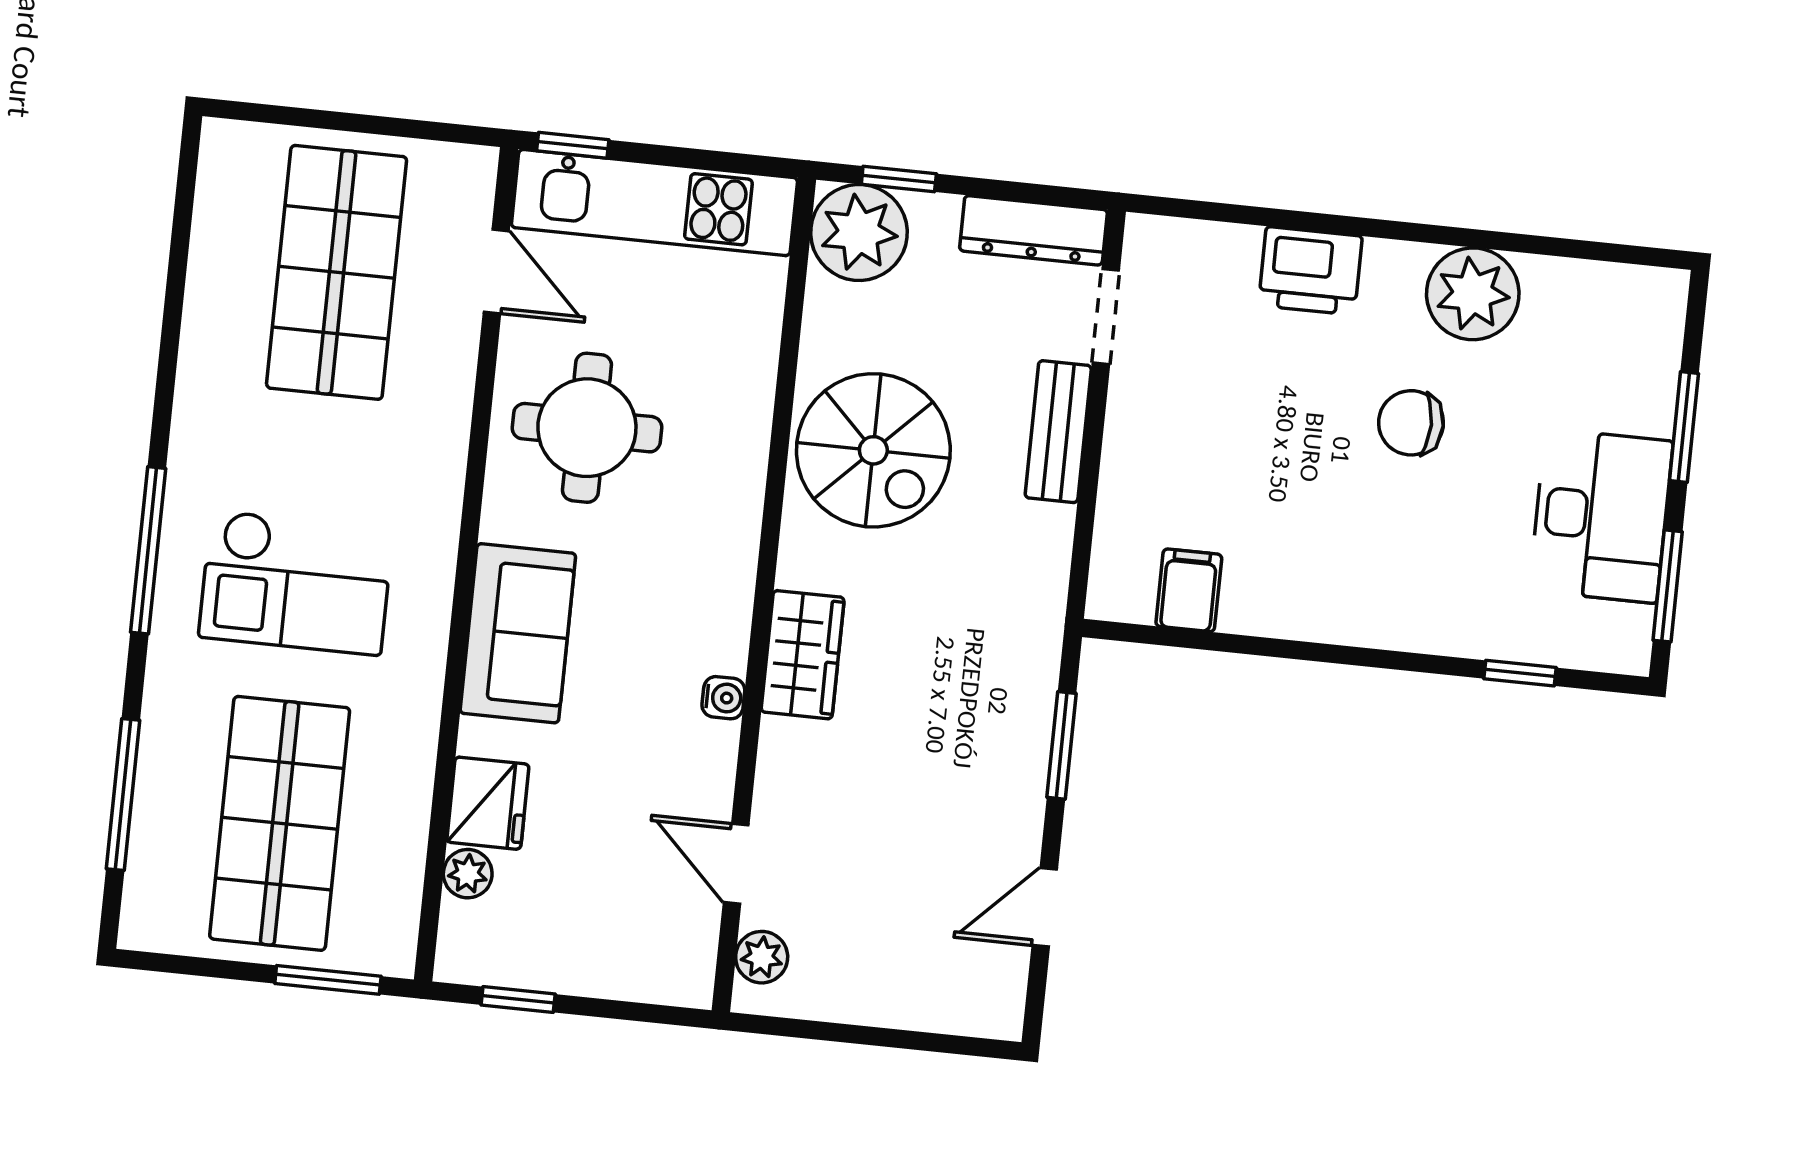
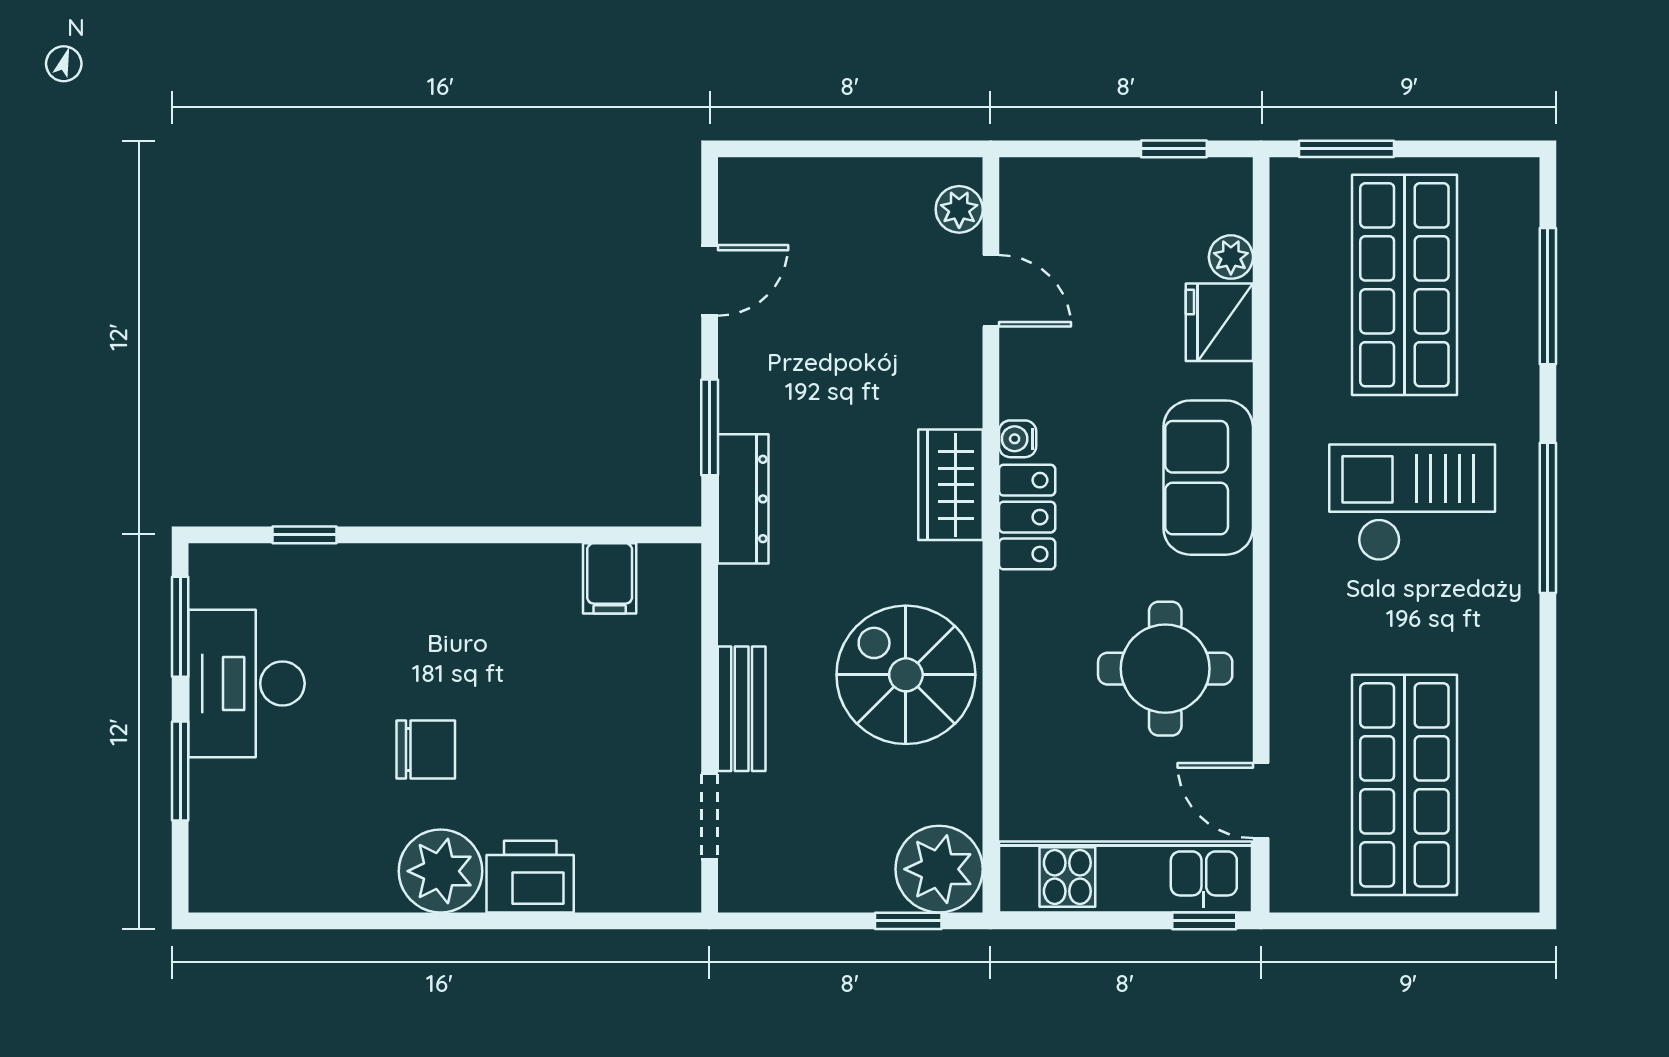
dresser: (1033, 230) -> (743, 499), moved, turned 90
plant: (1473, 294) -> (441, 871), moved
locker: (722, 610) -> (1027, 517), added

